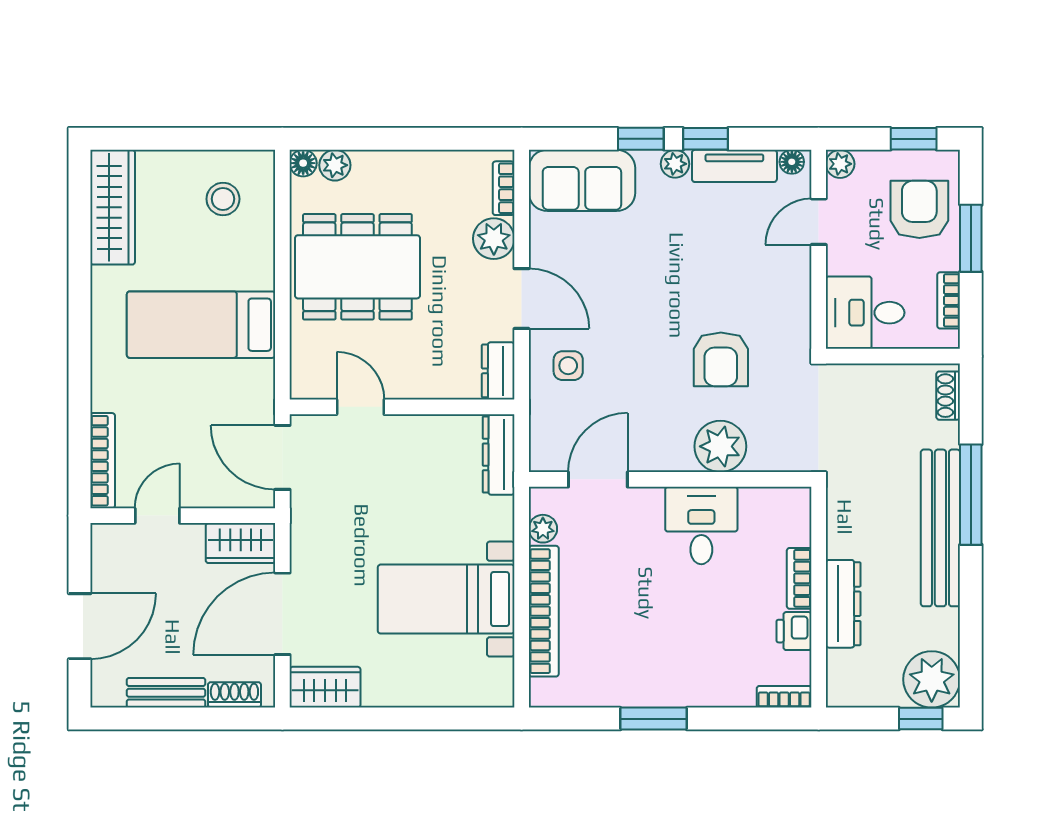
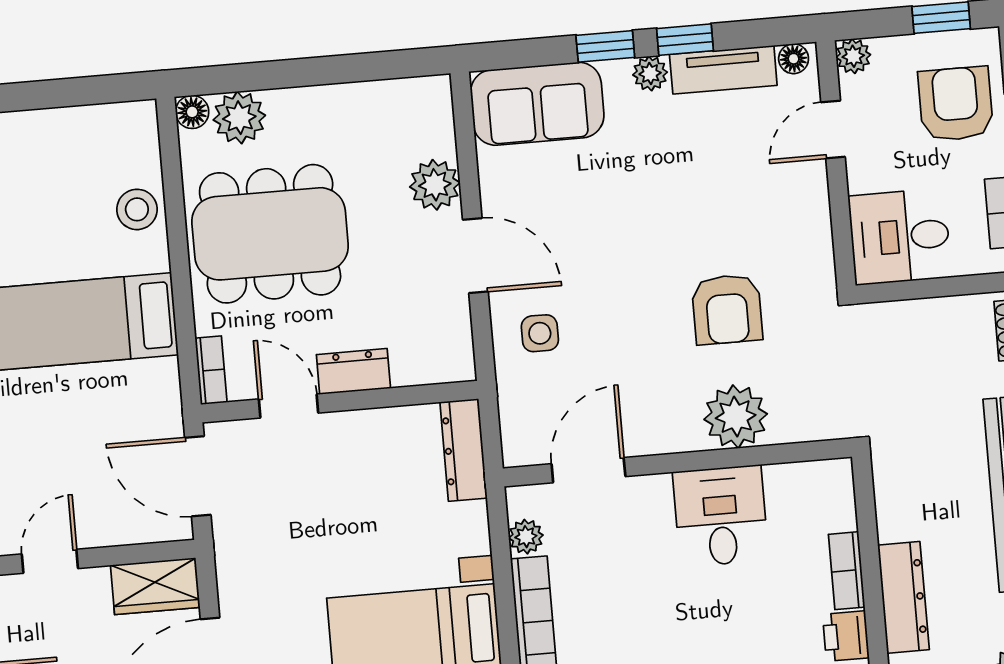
plant: (335, 165) -> (239, 118), width x1.38, depth x1.38
bookcase: (504, 188) -> (211, 370), moved, turned 180
stool: (223, 199) -> (137, 209), moved
dresser: (498, 371) -> (353, 371), moved, turned 90

